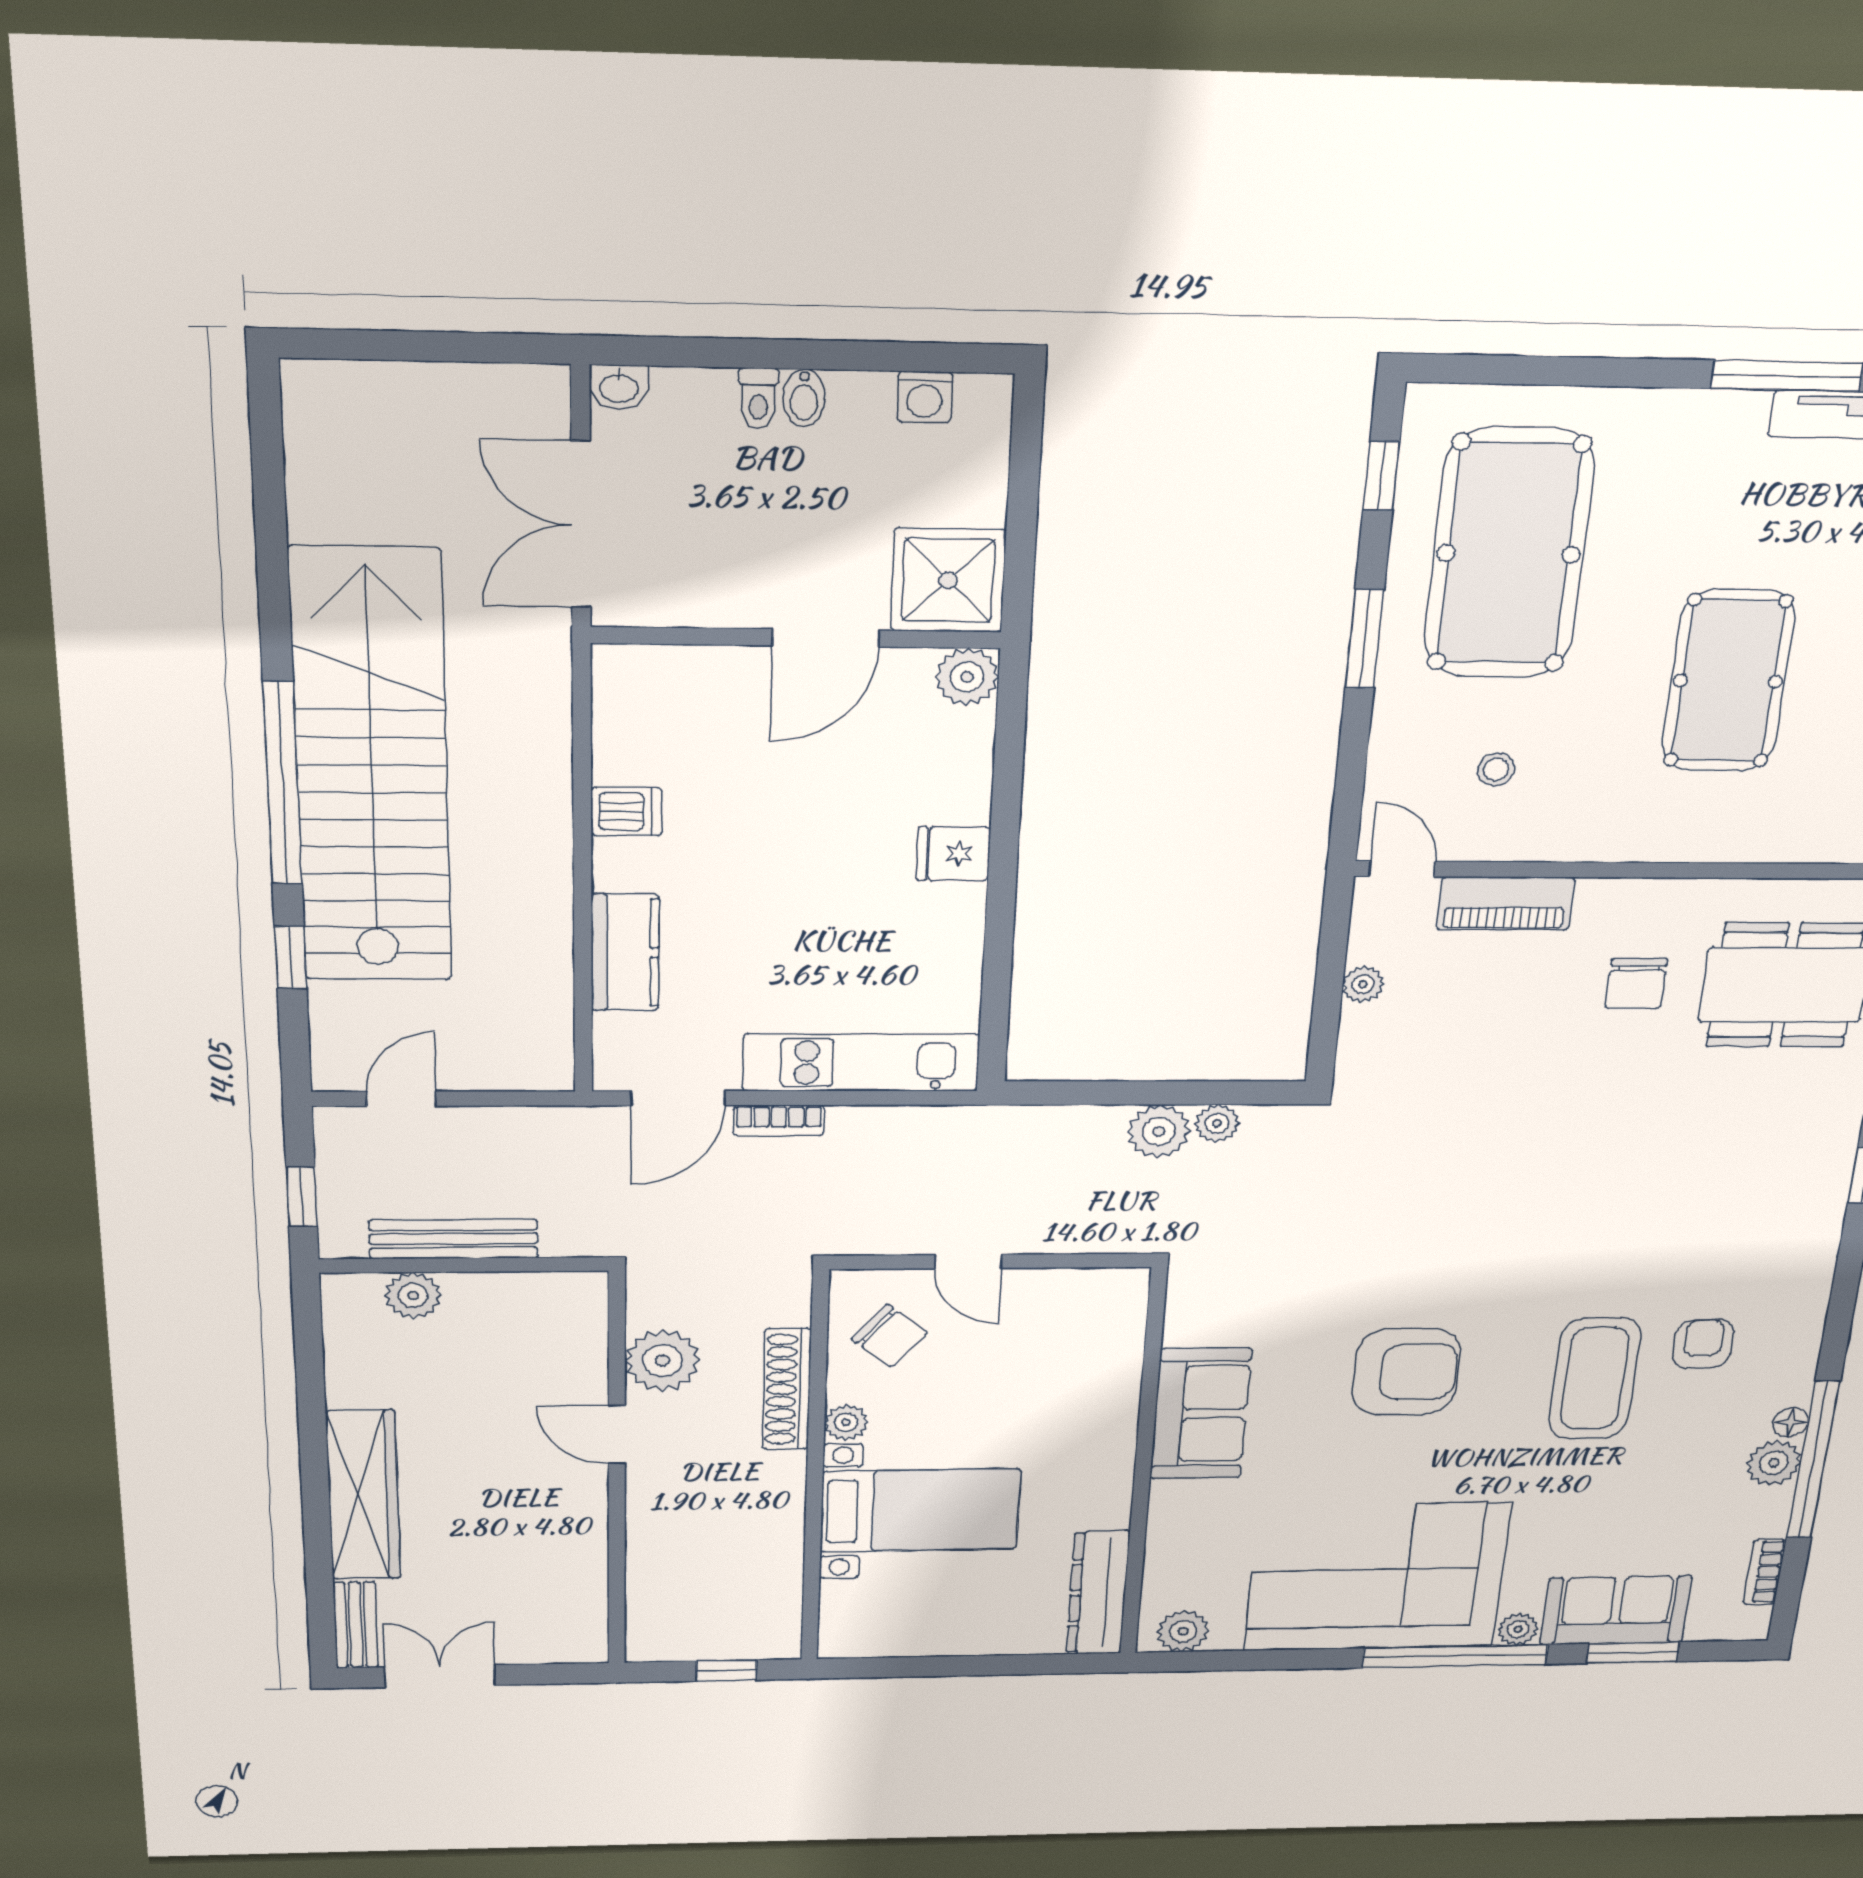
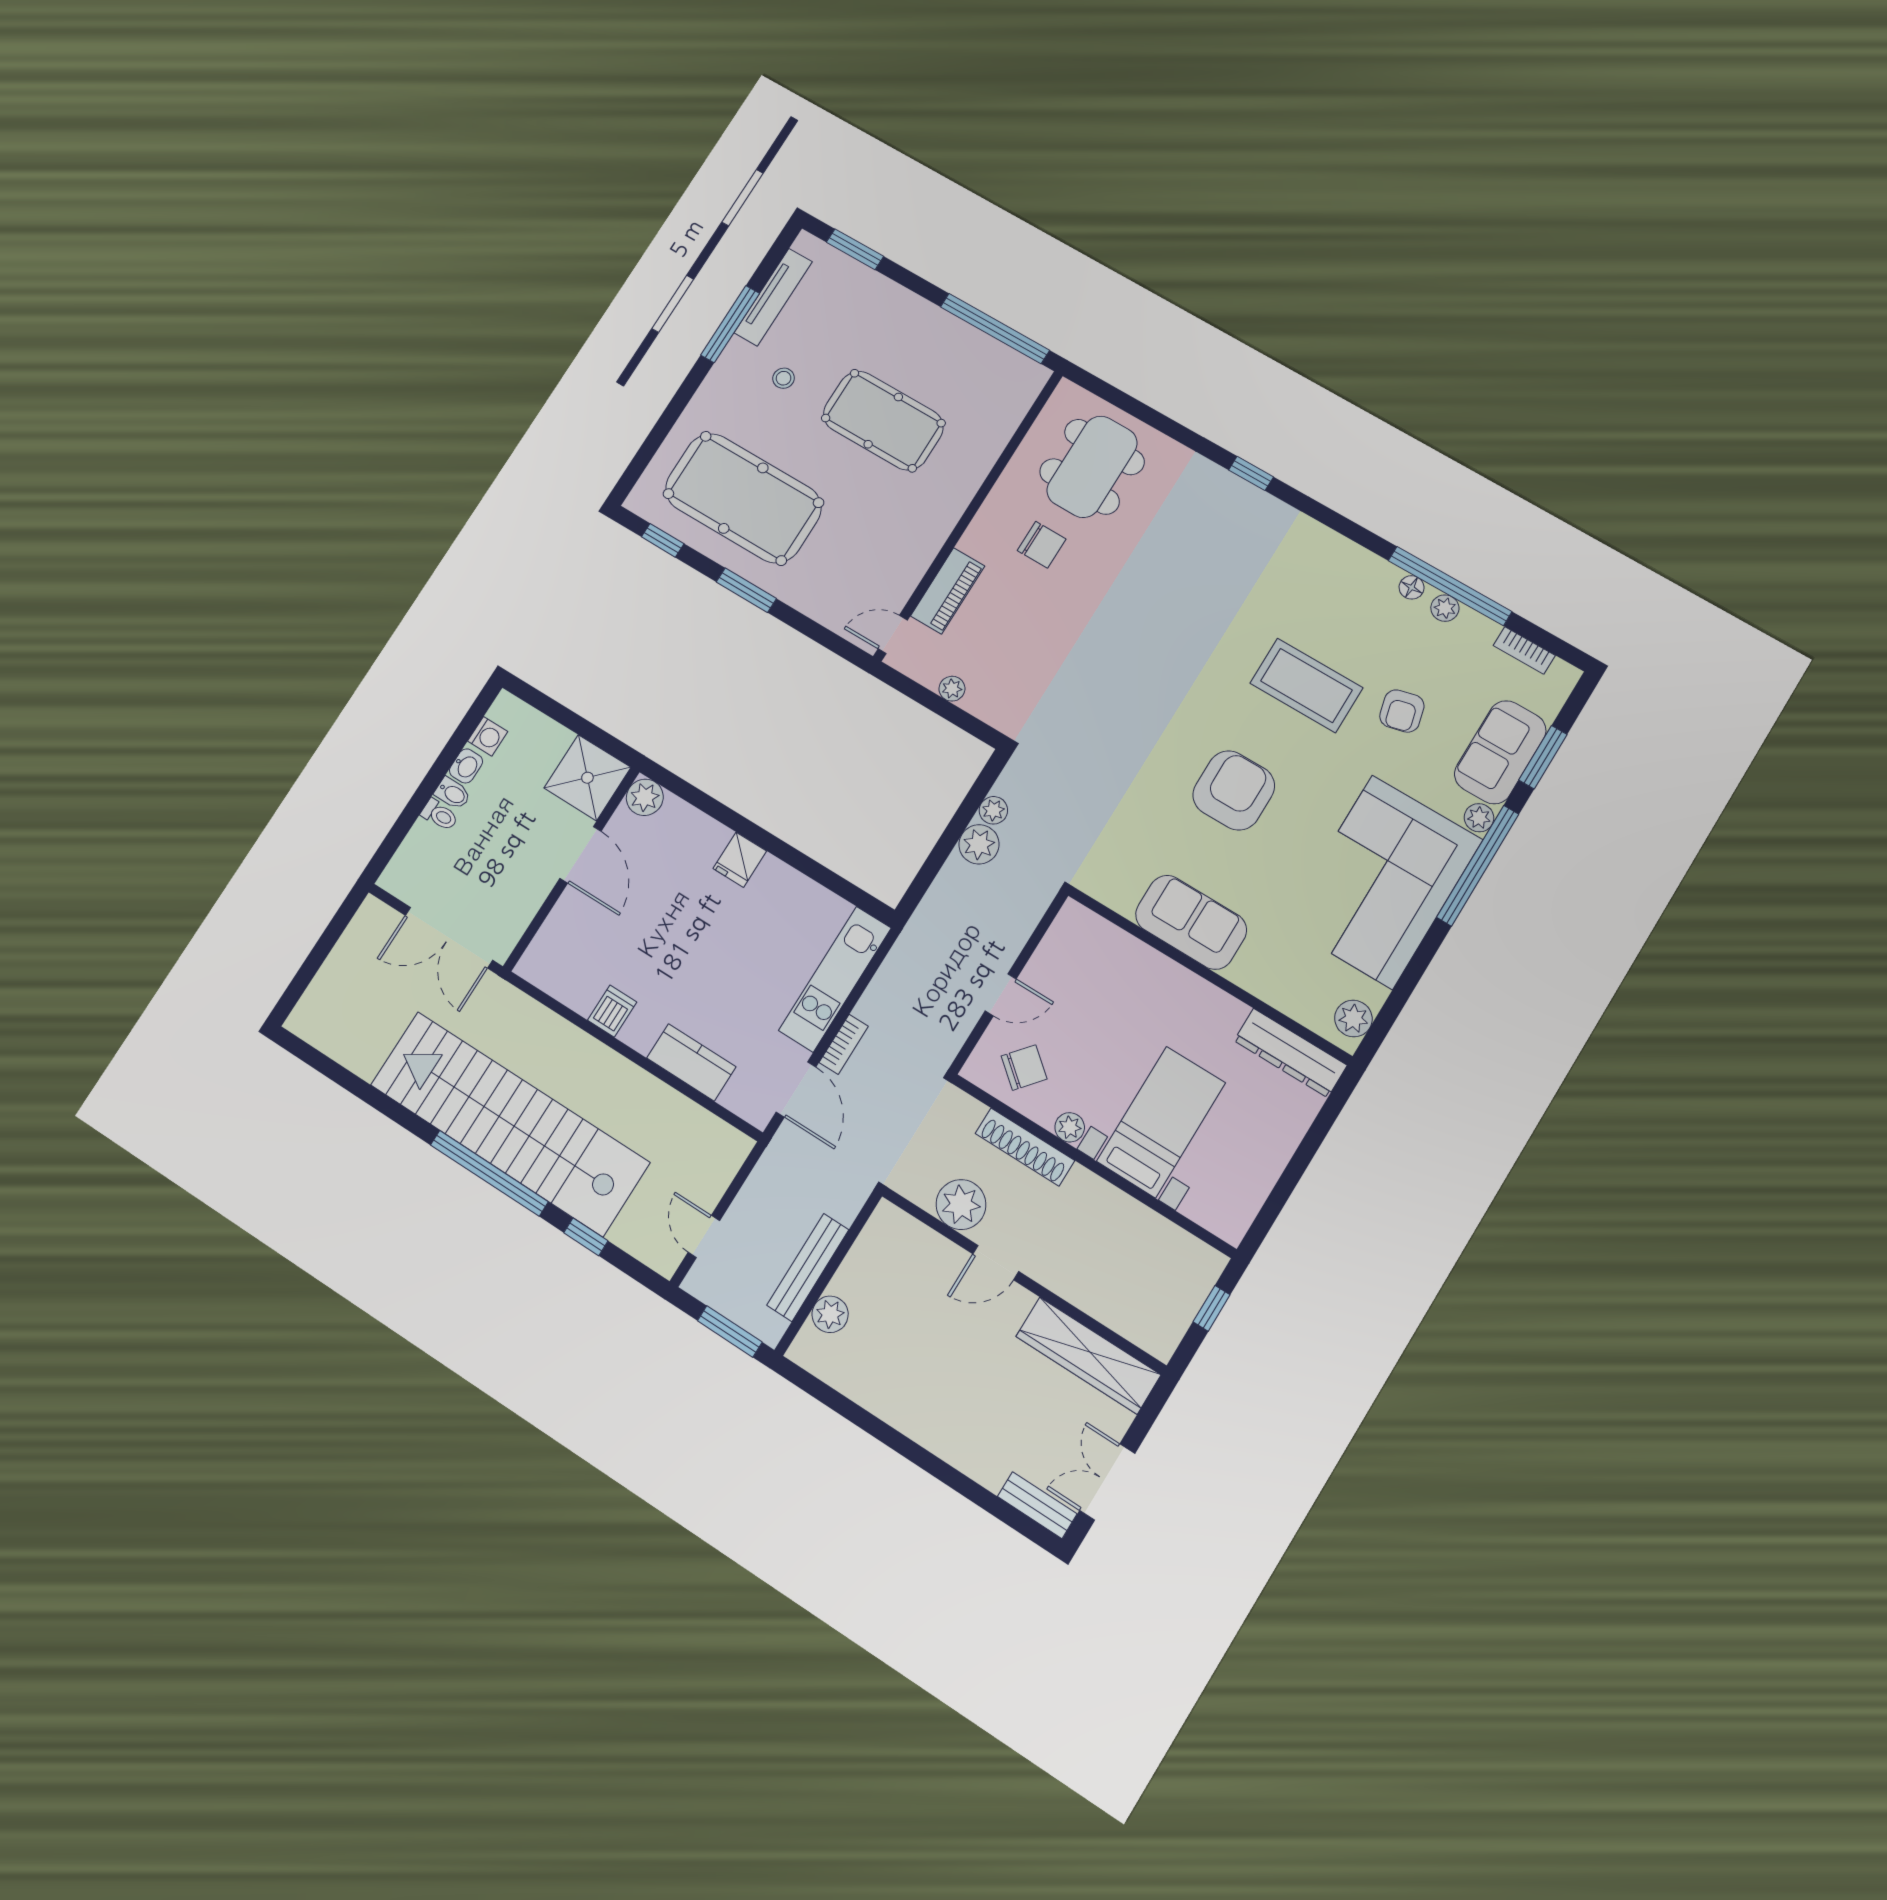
washbasin: (619, 387) -> (466, 766), moved
stool: (1496, 769) -> (784, 378), moved
window: (302, 1197) -> (730, 1331), width x1.50
armchair: (1703, 1344) -> (1402, 711), moved, turned -104
plant: (1774, 1463) -> (1445, 608), width x0.73, depth x0.73
wardrobe: (363, 1495) -> (1088, 1356), moved, turned 180

